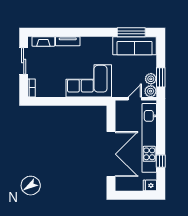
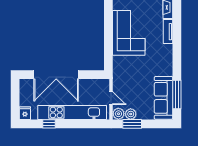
corner sofa: (89, 81) -> (129, 33), moved

